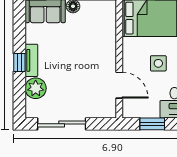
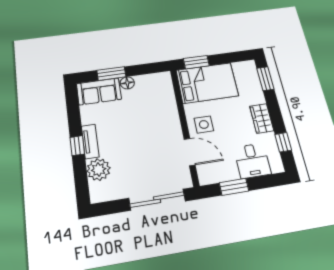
side table: (158, 63) -> (204, 125), moved
sliding door: (62, 124) -> (157, 200), moved

